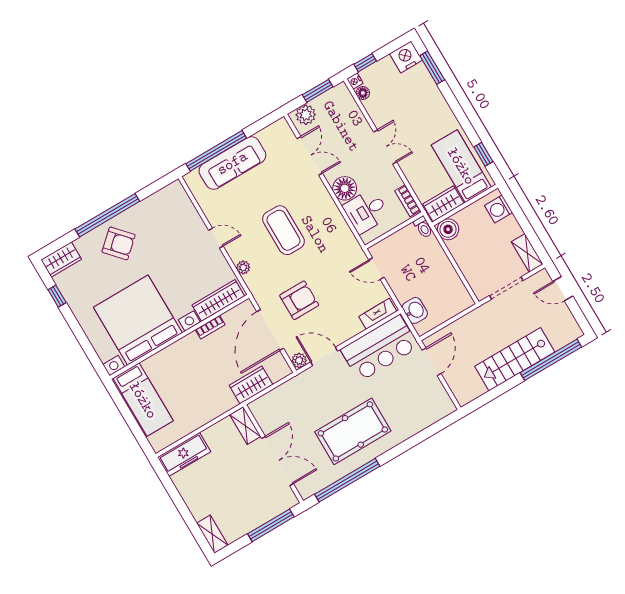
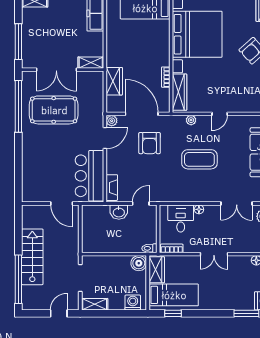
floor lamp: (345, 188) -> (199, 209), width x0.53, depth x0.53
washbasin: (415, 310) -> (119, 212), moved
pool table: (353, 431) -> (54, 110), moved, turned 90

